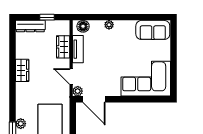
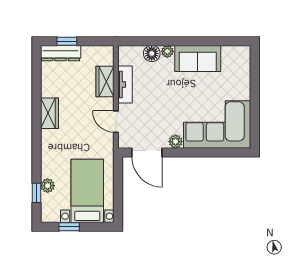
window: (47, 17) -> (67, 41), moved
floor lamp: (83, 26) -> (152, 53), moved
sofa: (153, 30) -> (198, 58), moved
plant: (78, 91) -> (176, 142), moved

